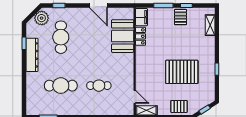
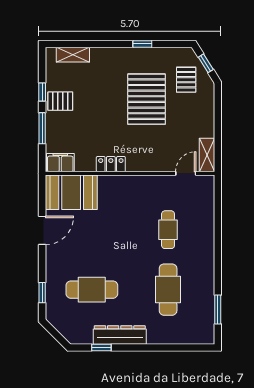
plant: (42, 18) -> (62, 320), removed
booth: (123, 36) -> (71, 192), moved
locker: (141, 36) -> (111, 164), moved
pallet: (179, 106) -> (186, 80), moved

